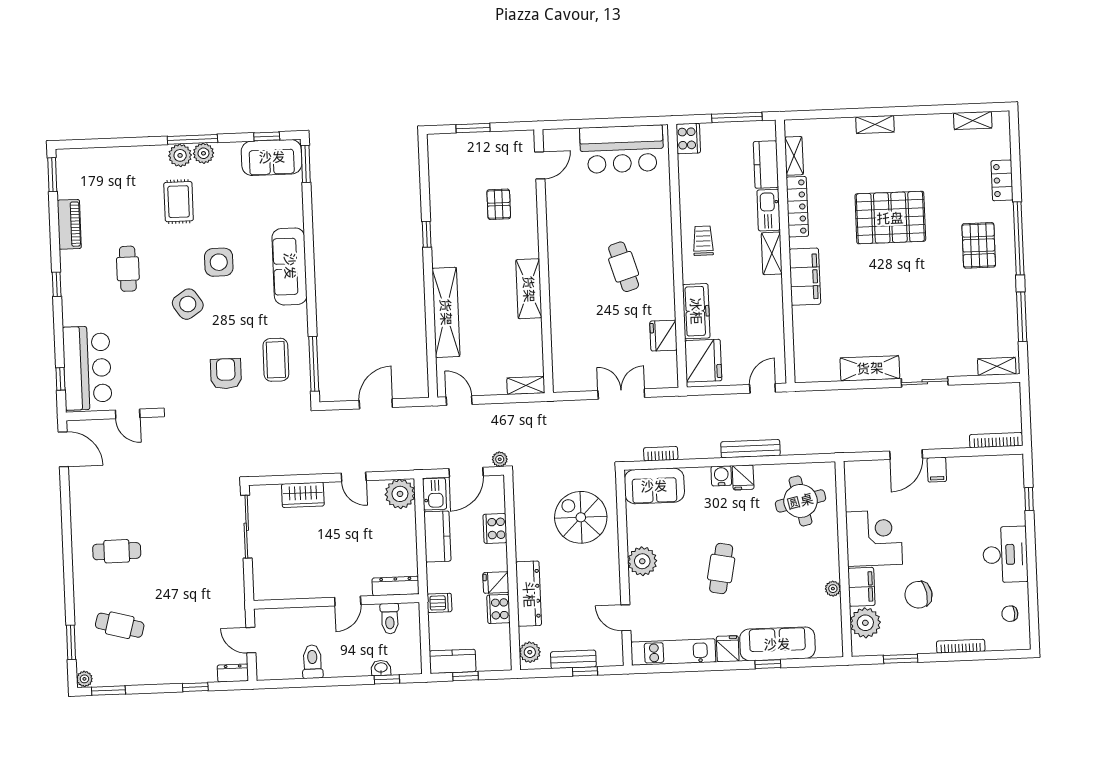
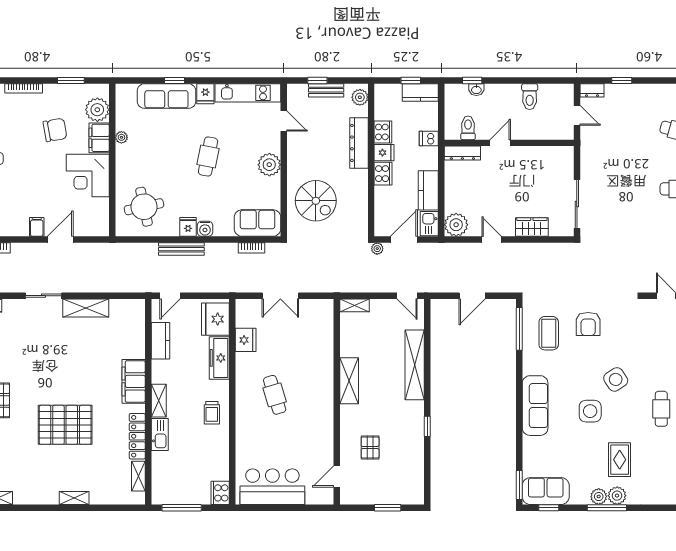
kitchen counter: (766, 165) -> (160, 341), moved
cooker: (495, 528) -> (383, 174), moved

